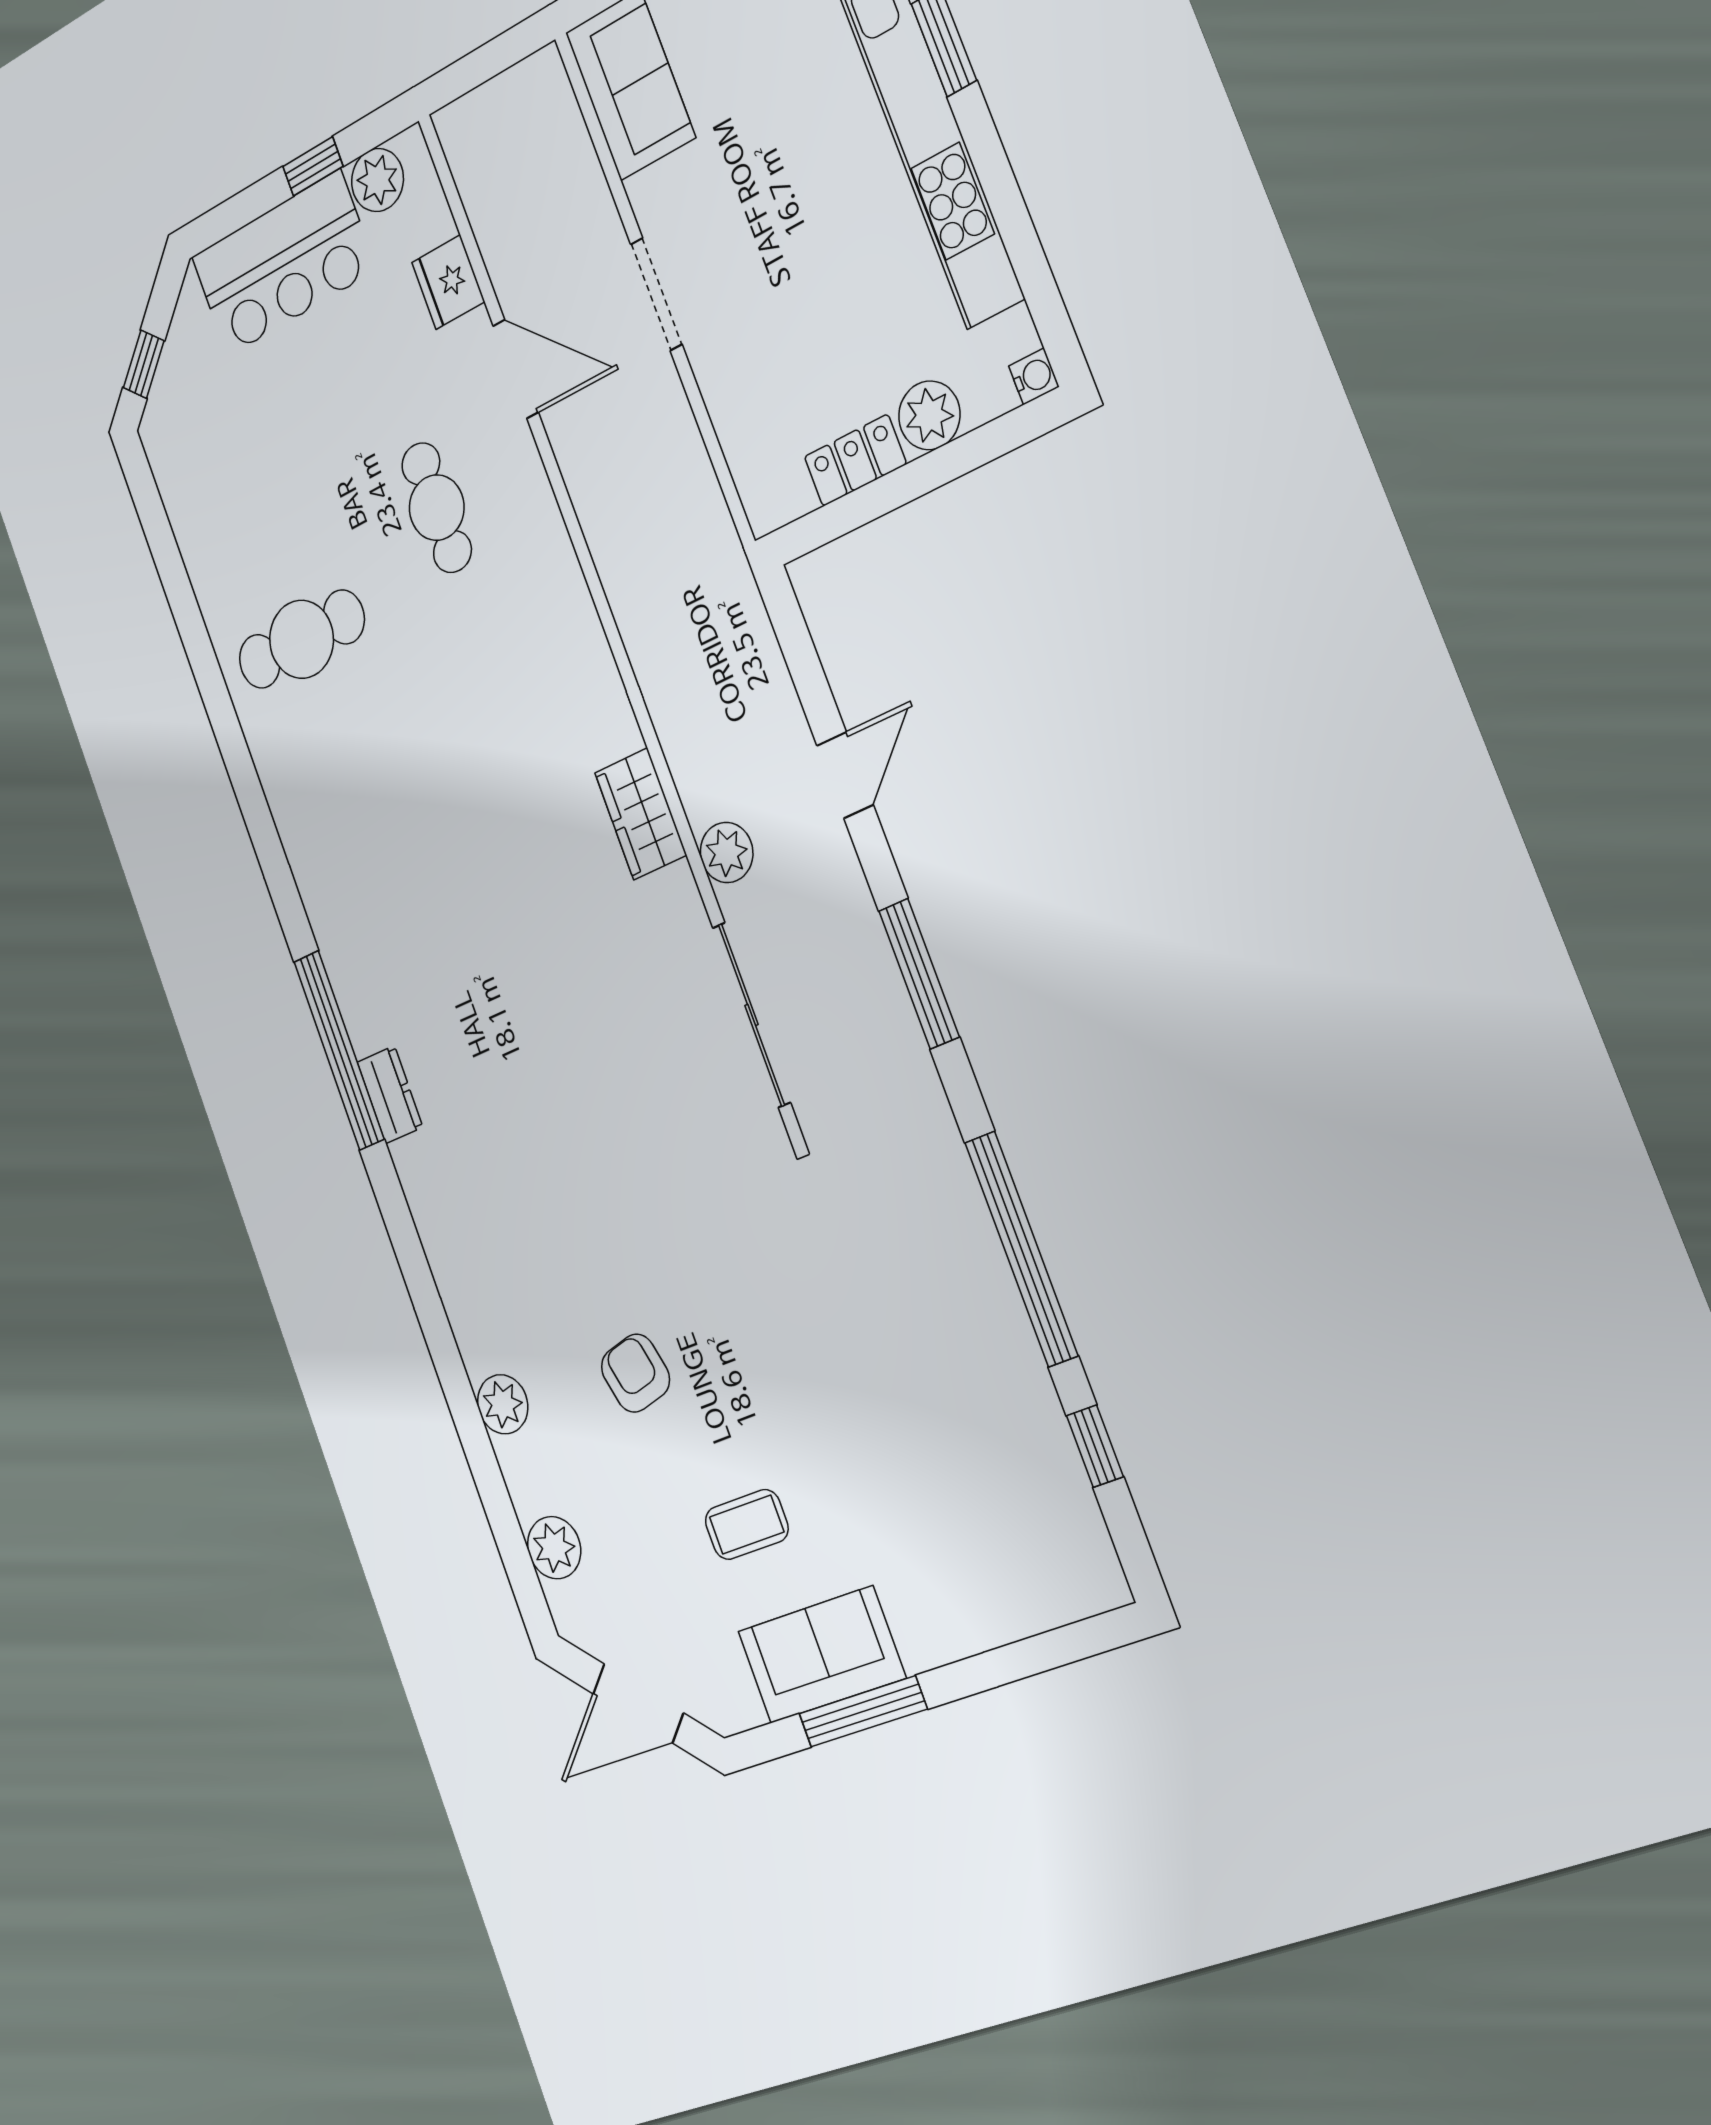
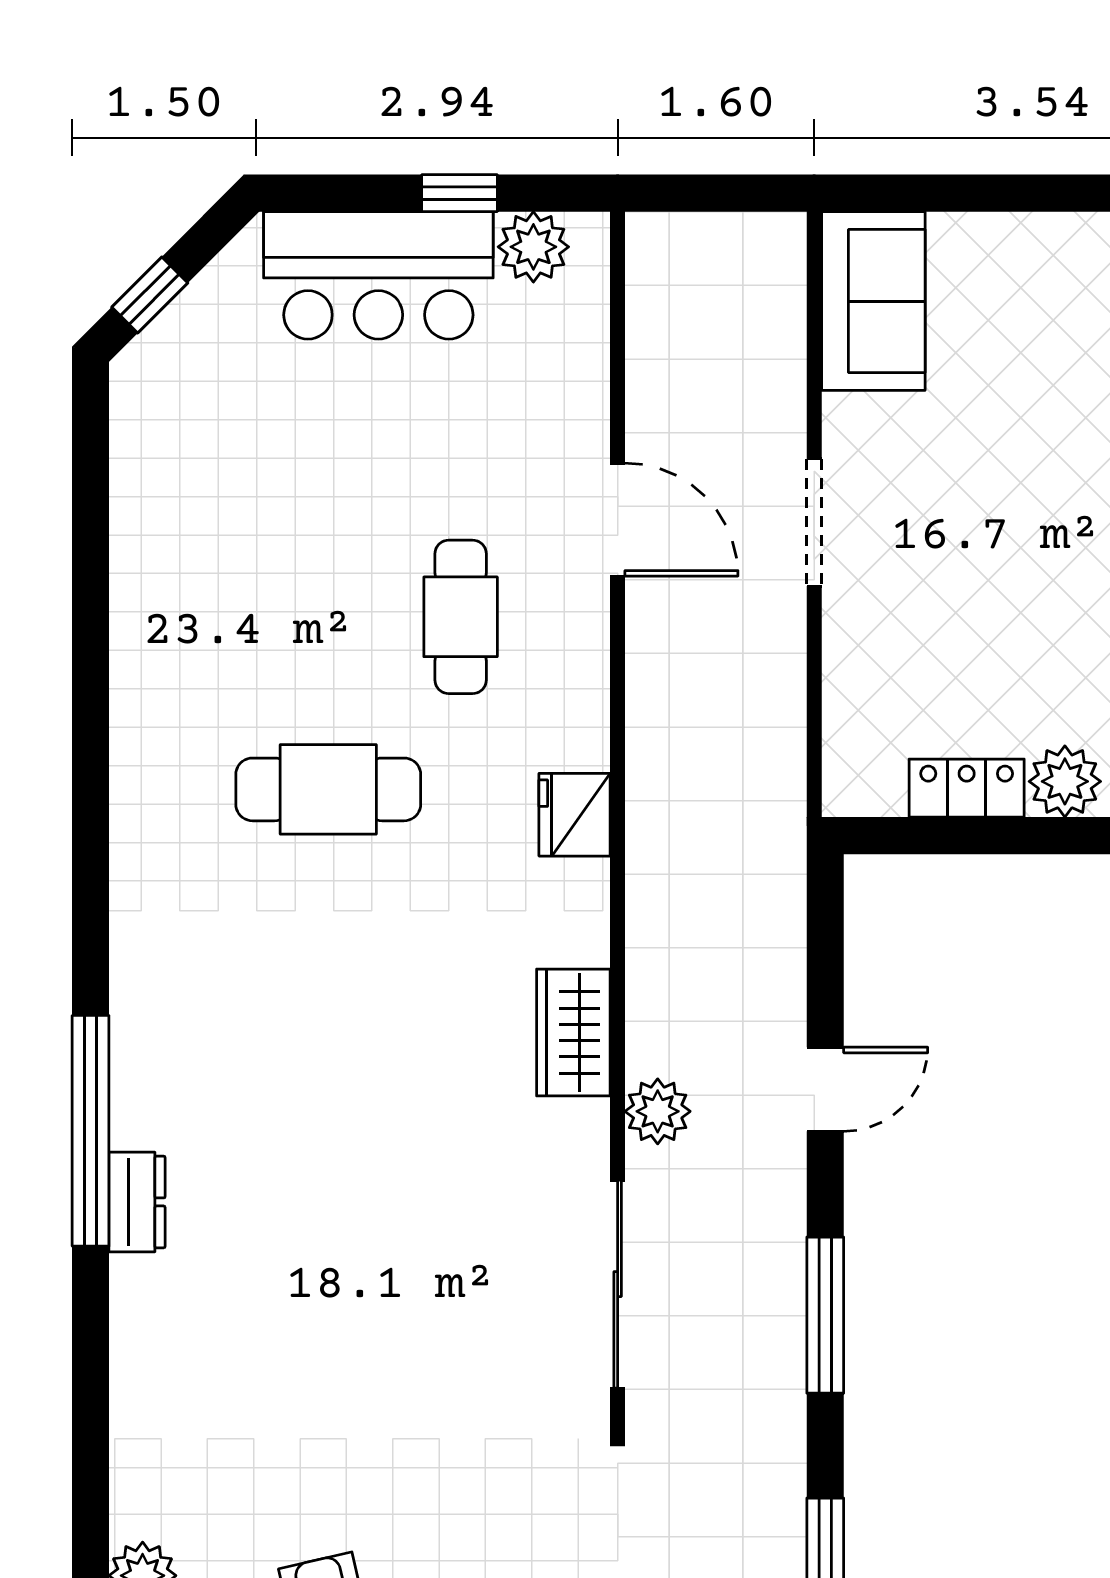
fridge: (448, 282) -> (575, 815), moved
cafe table: (301, 639) -> (328, 789), moved

